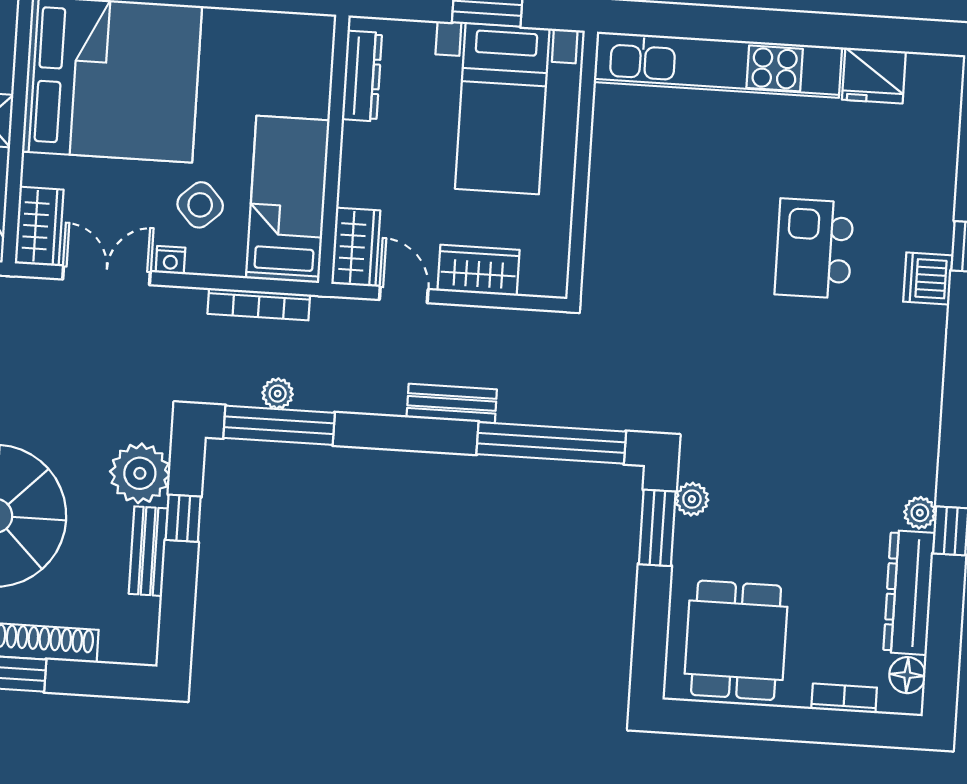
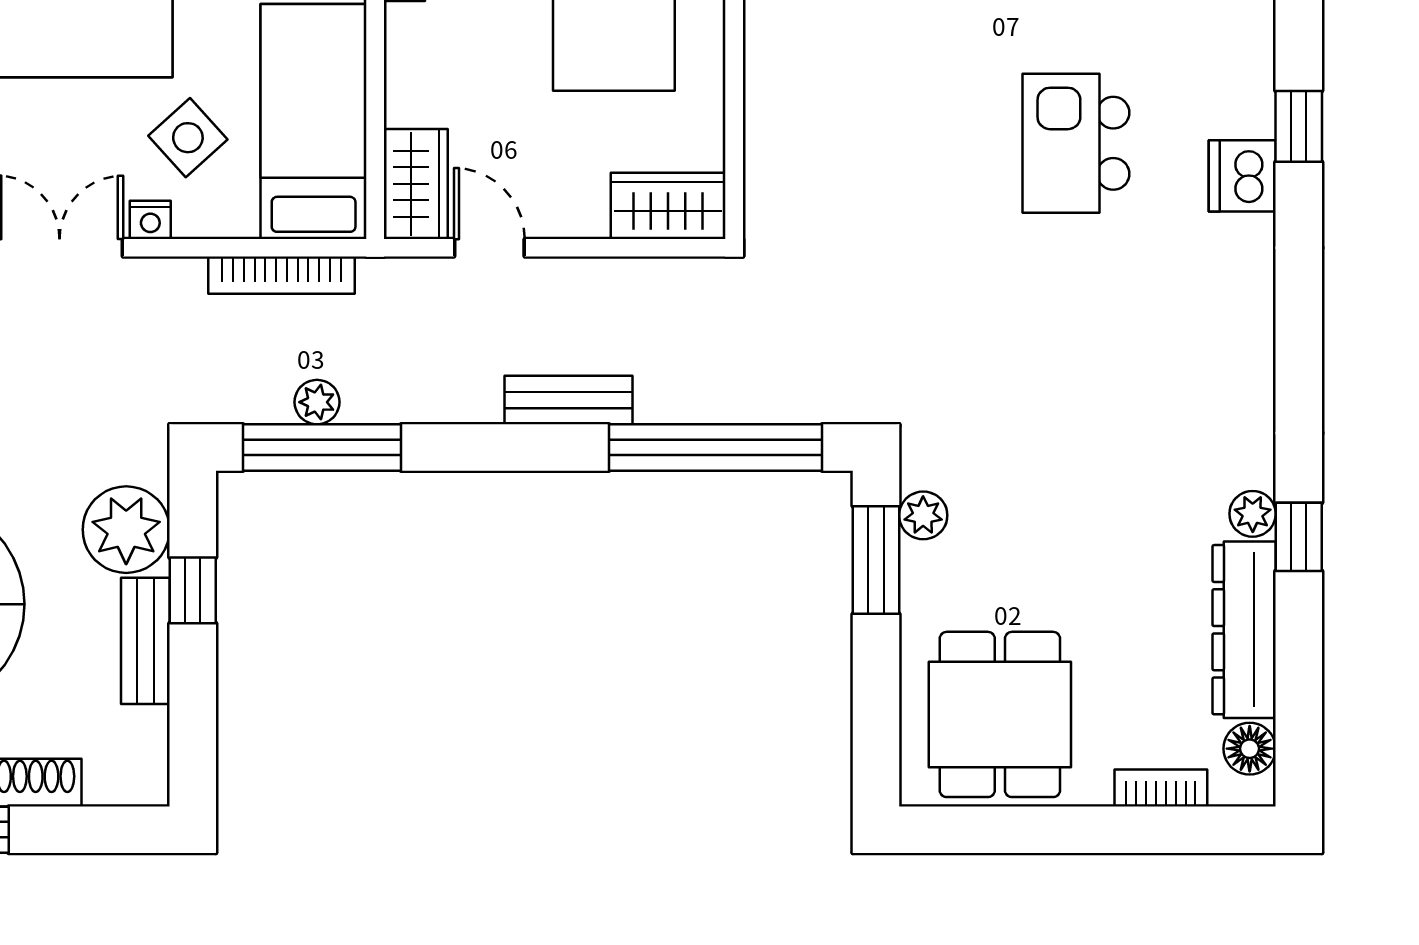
wardrobe: (478, 270) -> (668, 206), moved

